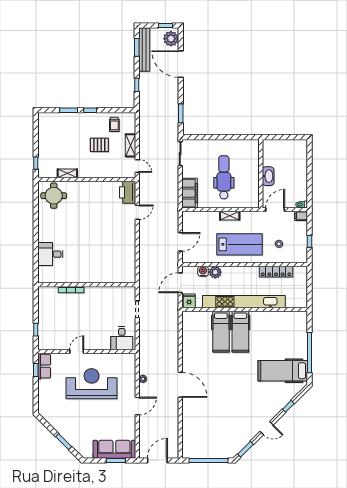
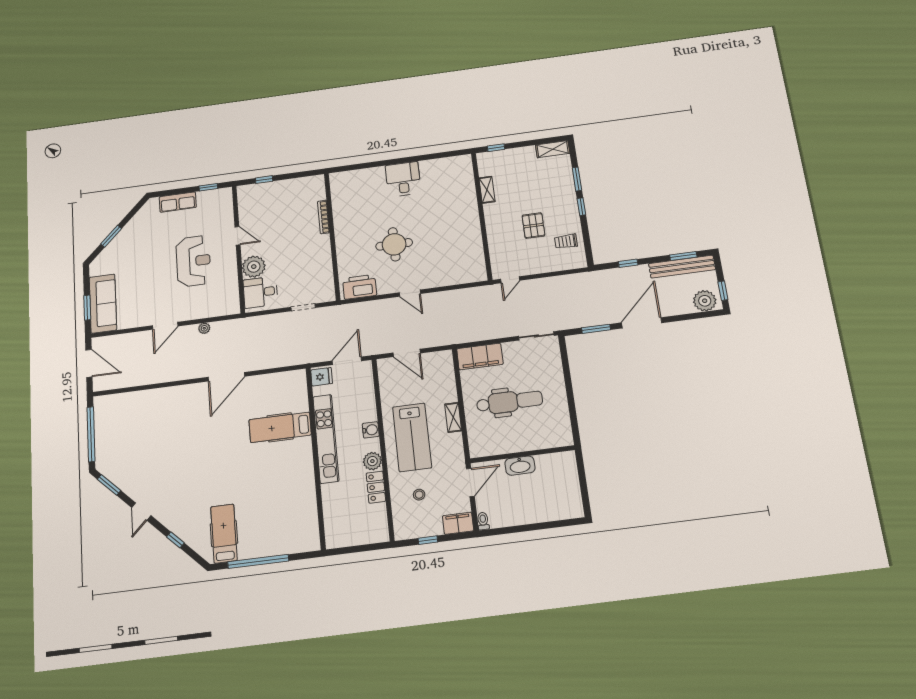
door: (181, 64) -> (642, 323), moved
shelving: (130, 145) -> (553, 149), moved
printer: (128, 192) -> (360, 287), moved
round table: (54, 196) -> (394, 244), moved
door: (275, 210) -> (470, 482), hinge flipped
door: (137, 212) -> (410, 293), moved
filing cabinet: (301, 216) -> (458, 523), width x2.00
desk: (50, 254) -> (403, 179), moved
water cooler: (203, 271) -> (371, 430), moved
plant: (215, 272) -> (372, 461), moved
locker: (276, 272) -> (376, 487), width x0.66
door: (180, 283) -> (347, 361), hinge flipped
kitchen unit: (244, 302) -> (326, 439), width x0.73
hospital bed: (240, 332) -> (282, 455), removed
plant: (102, 342) -> (254, 267), added
row of seats: (44, 366) -> (178, 202), moved
hospital bed: (283, 371) -> (224, 534), width x0.73, depth x0.78
reception desk: (91, 384) -> (193, 261), width x0.74, depth x0.77
door: (180, 385) -> (226, 377), moved
door: (137, 406) -> (165, 326), hinge flipped

